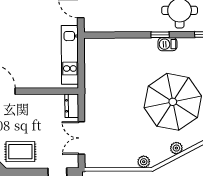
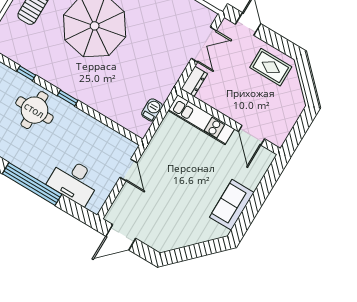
barbecue: (167, 44) -> (152, 110), moved, turned -90
kitchen unit: (70, 55) -> (201, 120), moved, turned 90

